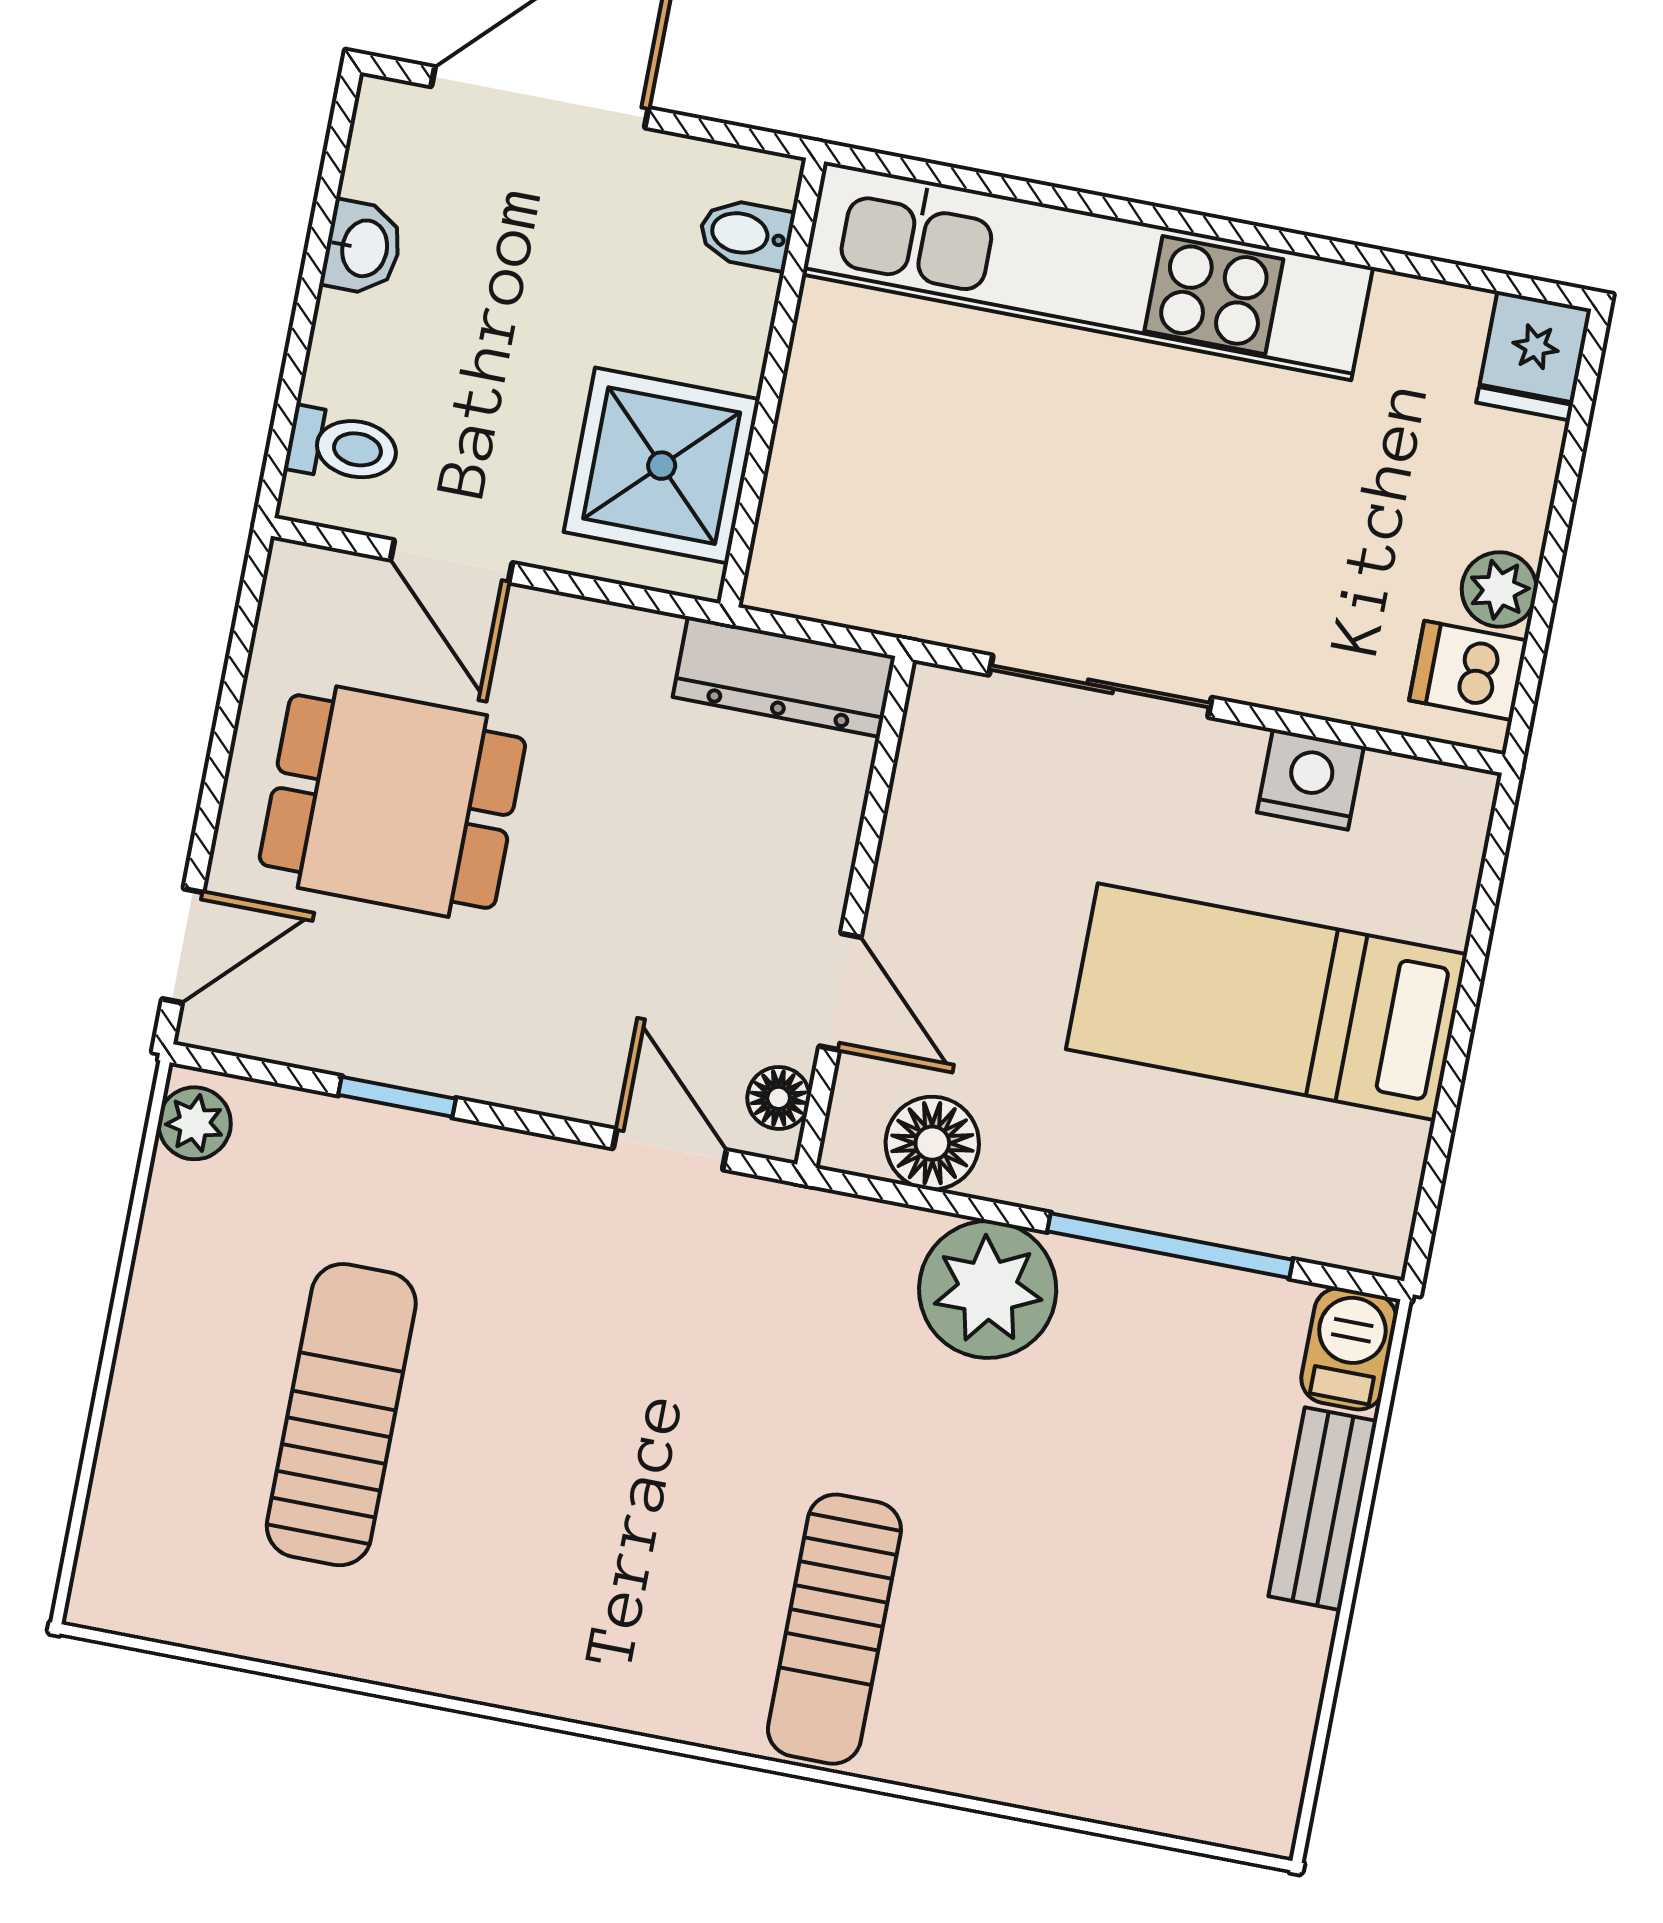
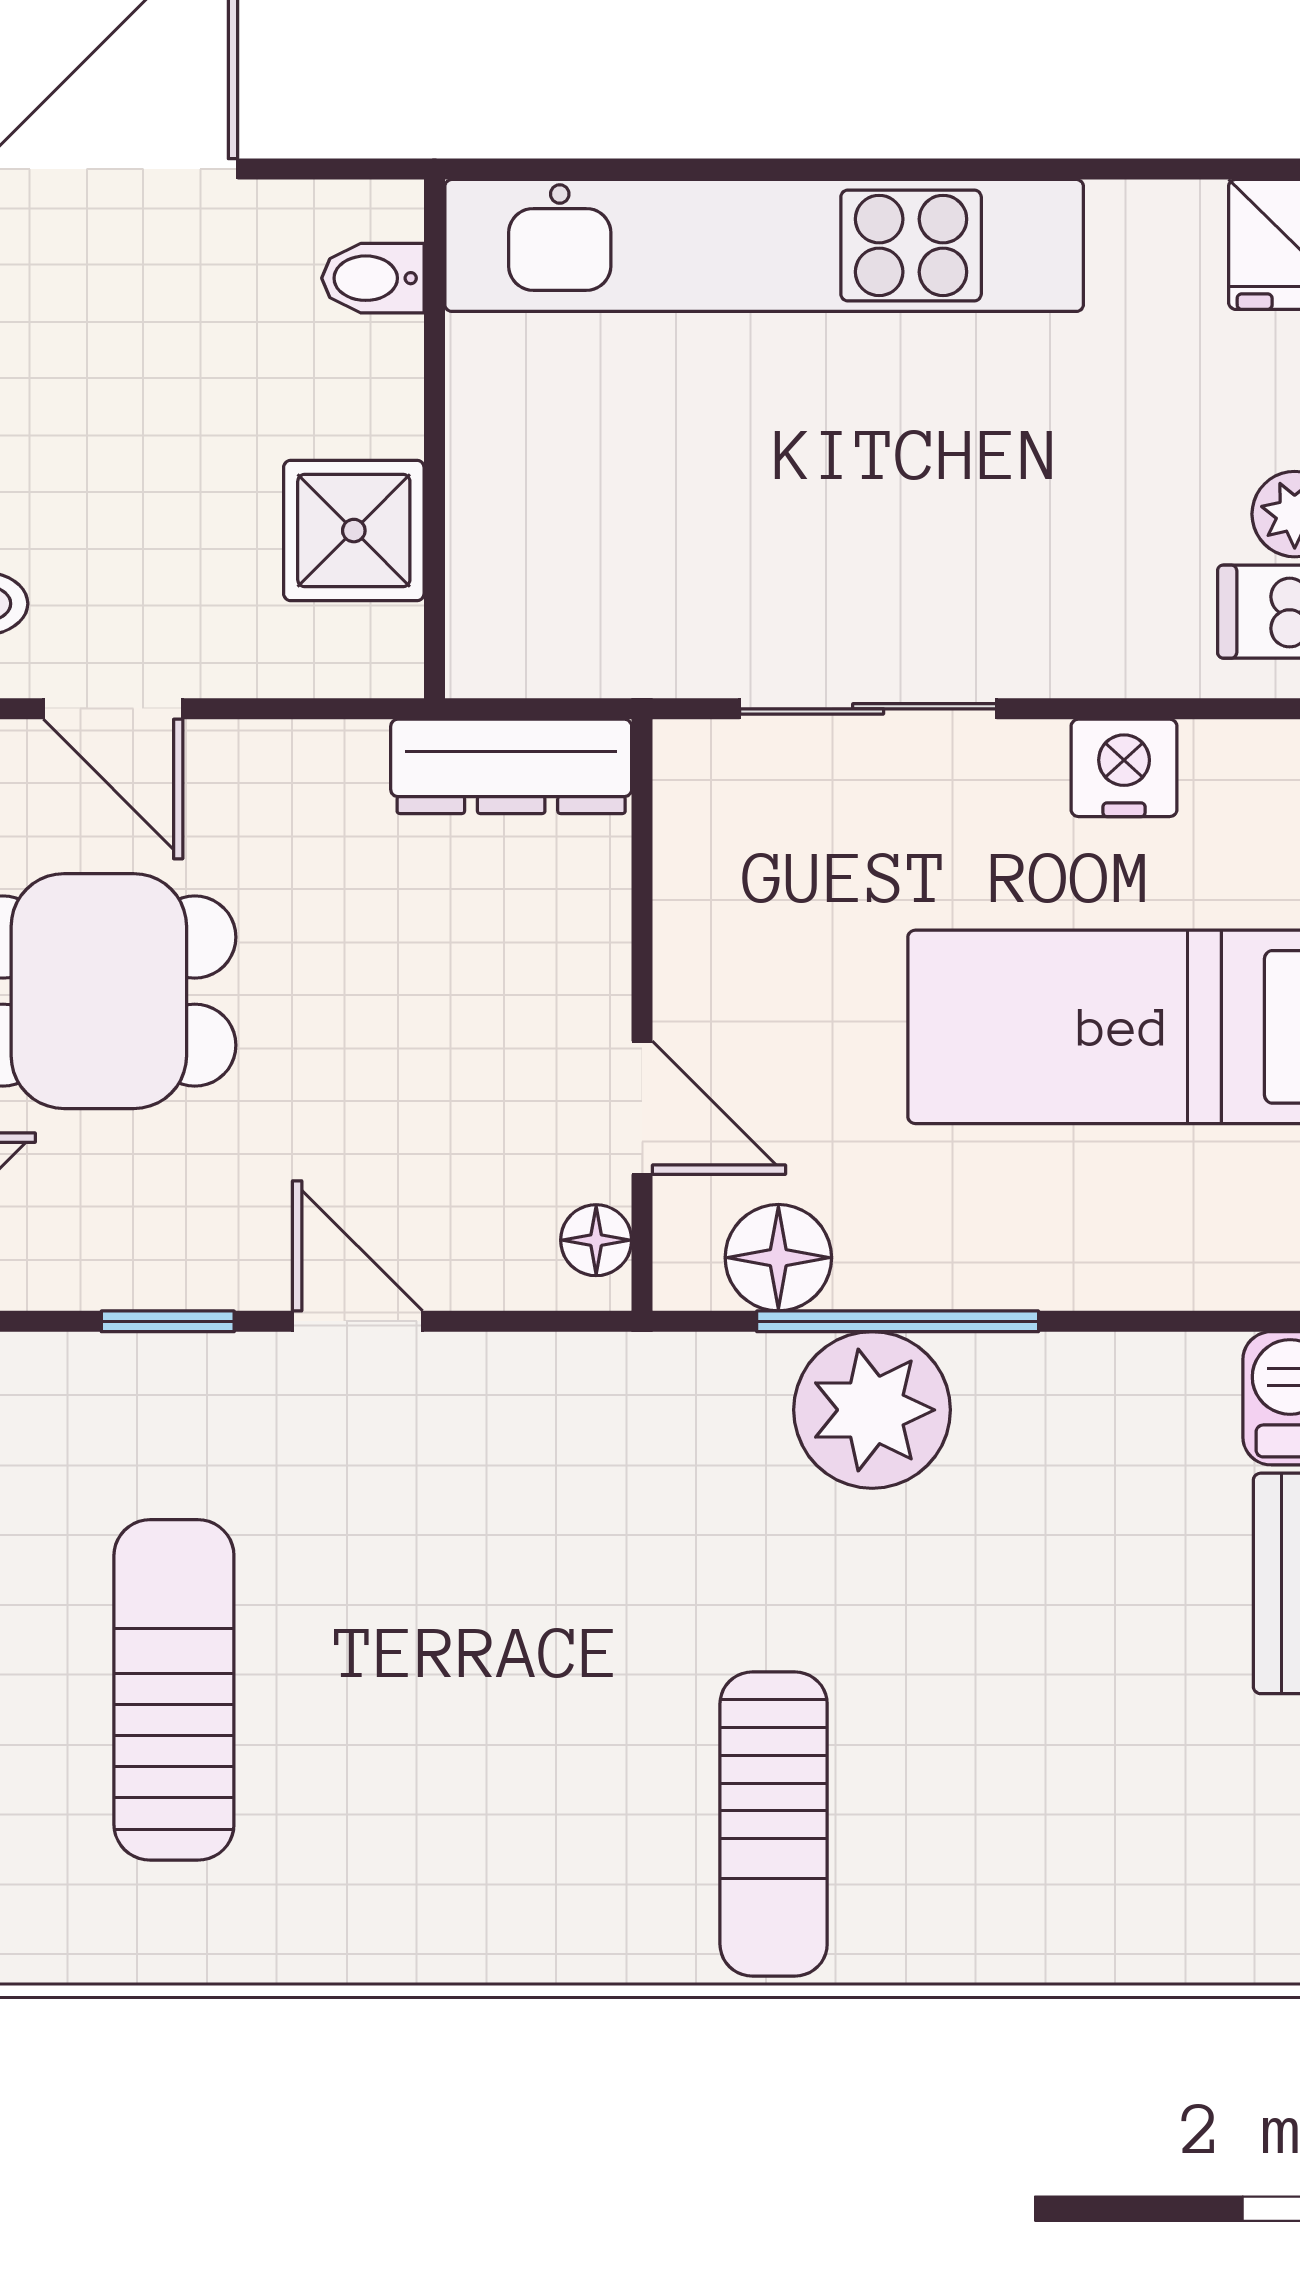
shower: (662, 466) -> (354, 531), width x0.73, depth x0.73
door: (670, 1149) -> (357, 1321), moved
window: (1170, 1246) -> (898, 1321), moved

